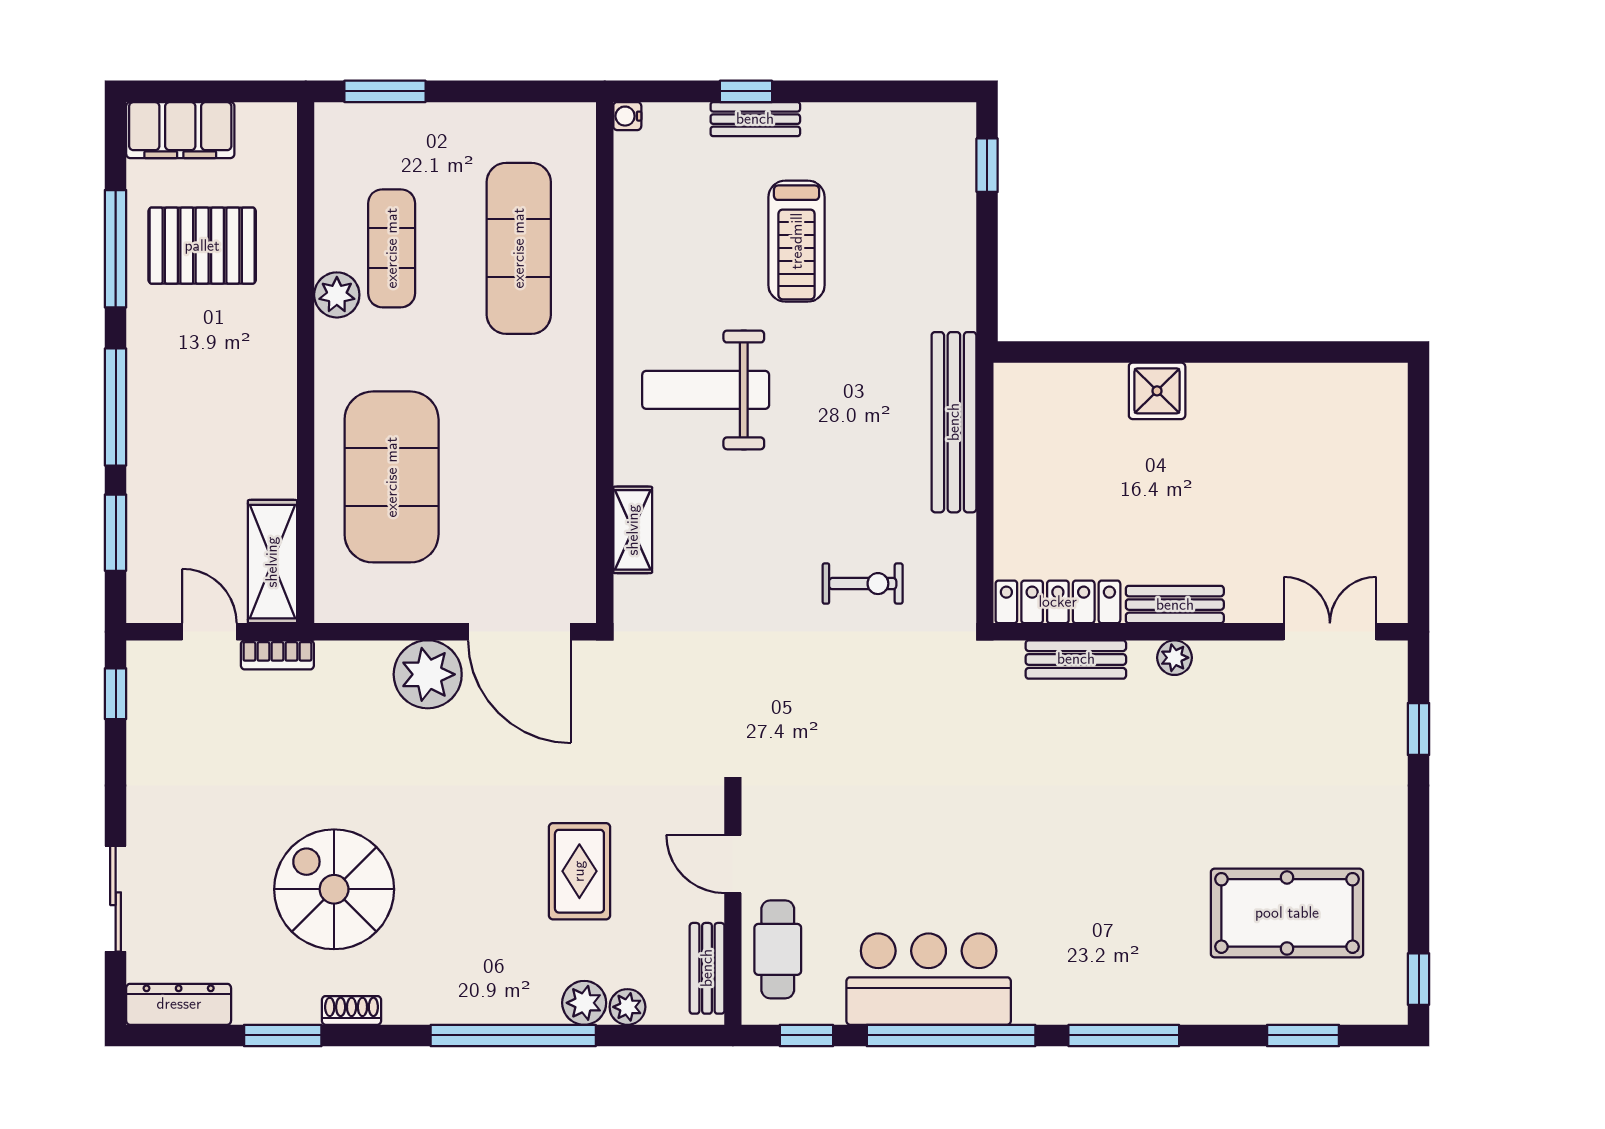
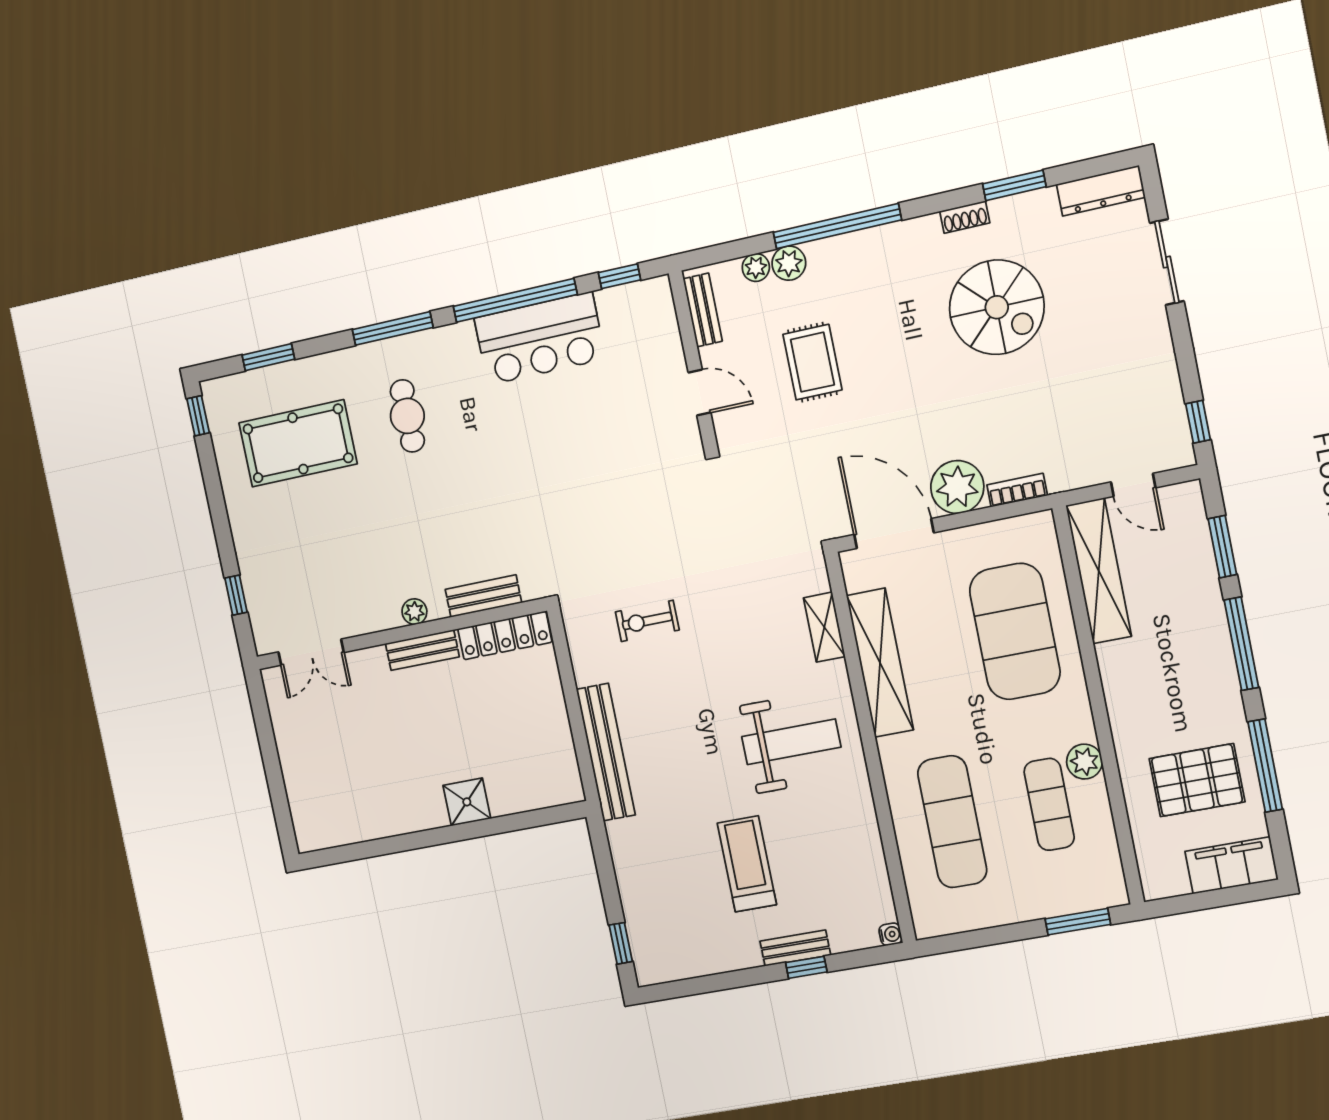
shelving: (570, 470) -> (880, 663), added
shelving: (272, 562) -> (1099, 571), width x1.47
bookcase: (277, 655) -> (1017, 490), moved
cafe table: (778, 949) -> (407, 416), moved

